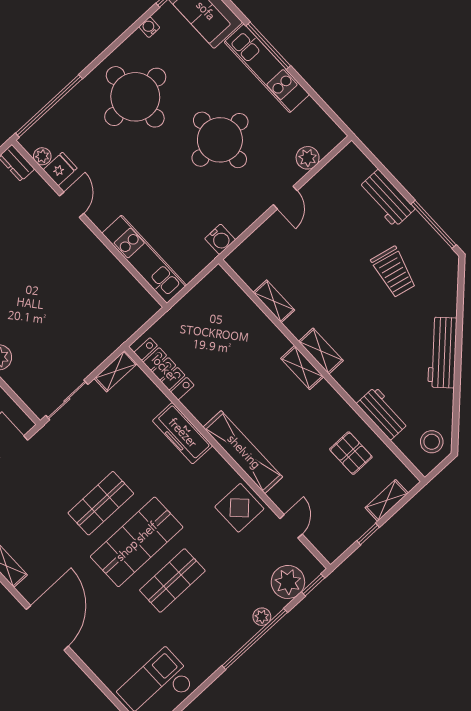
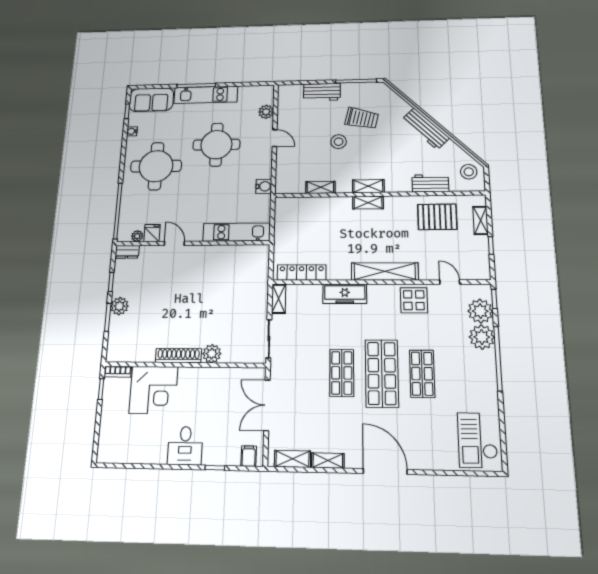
stool: (344, 272) -> (339, 142), added
pallet: (351, 453) -> (437, 217), width x1.50, depth x1.42
plant: (262, 617) -> (482, 337), width x1.87, depth x1.87

